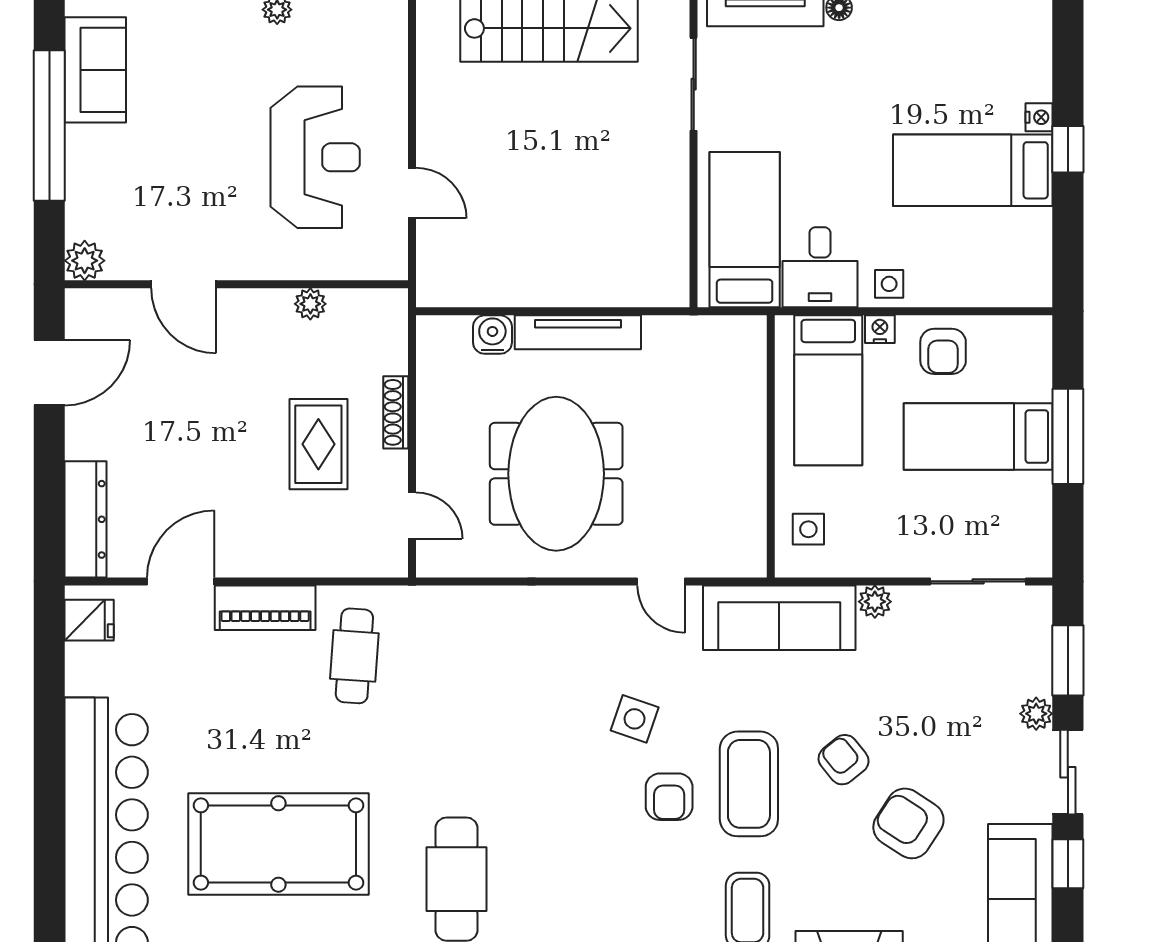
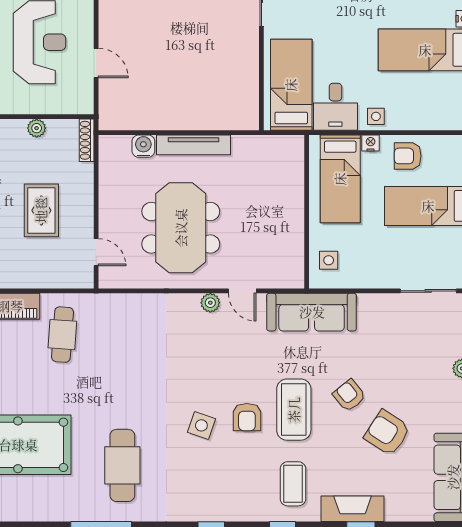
armchair: (943, 351) -> (408, 156), turned 90
shoe rack: (396, 412) -> (87, 140), moved
plant: (875, 602) -> (210, 303), moved
side table: (635, 719) -> (201, 425), moved

